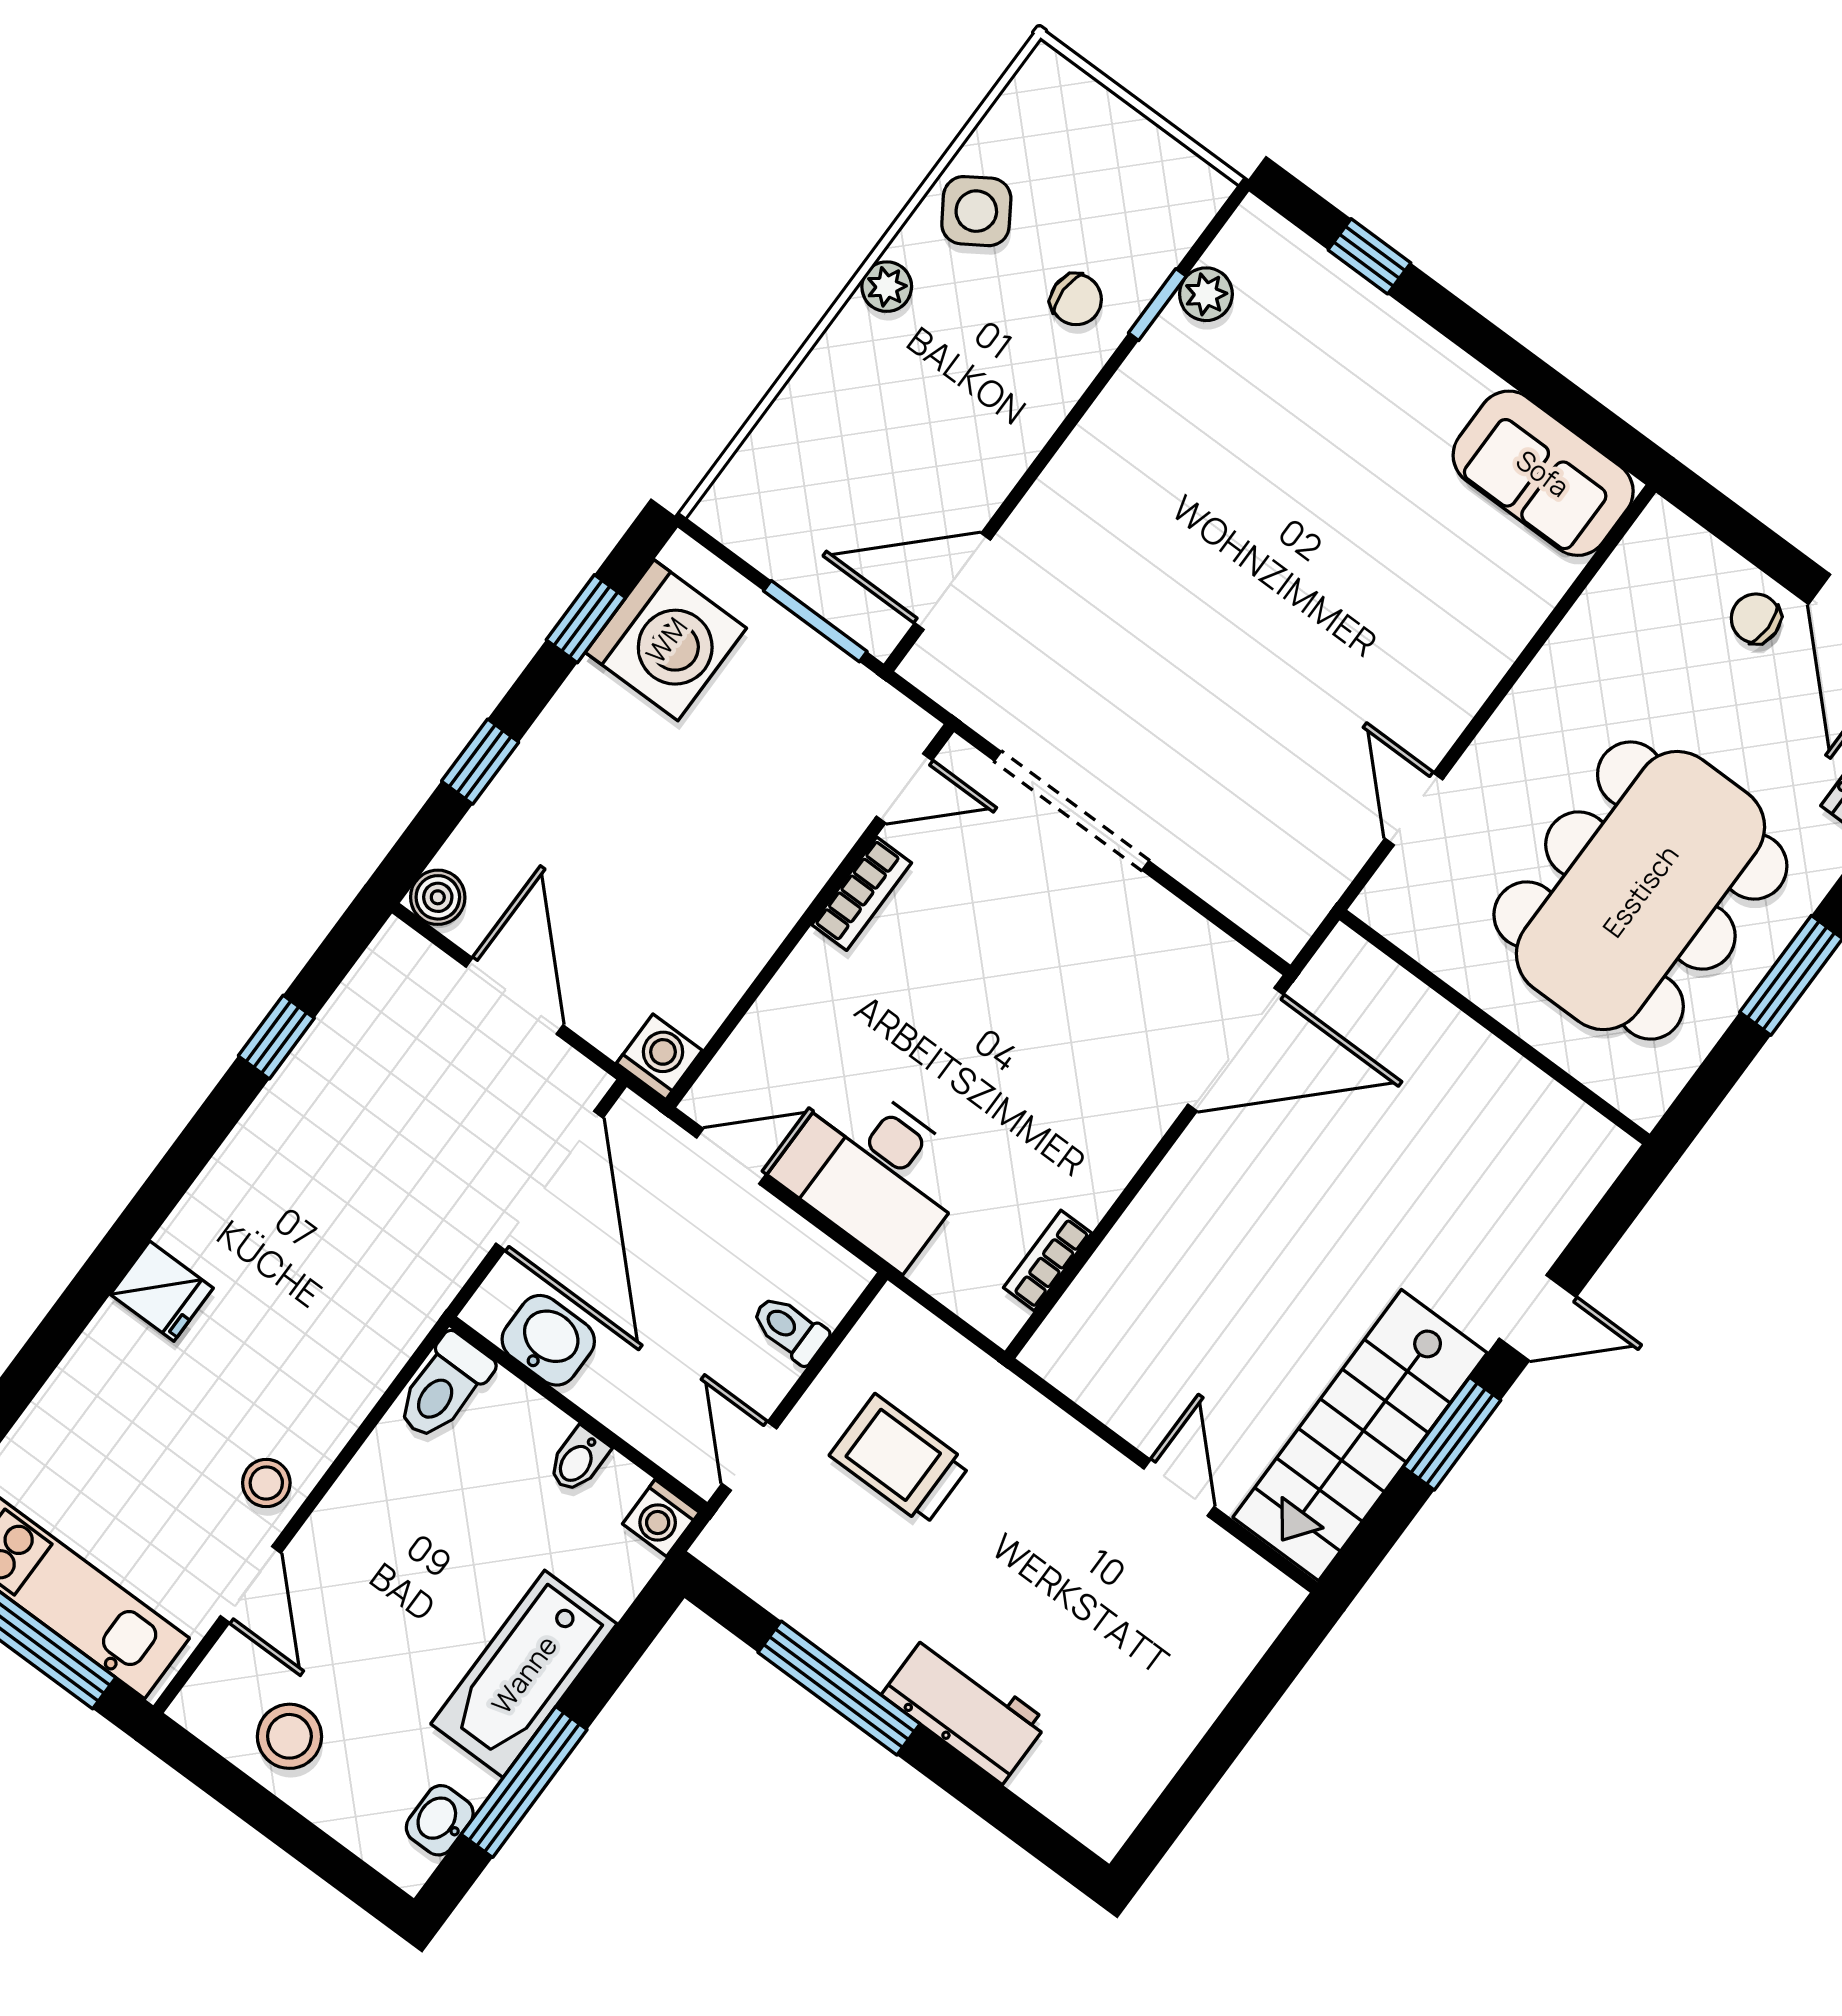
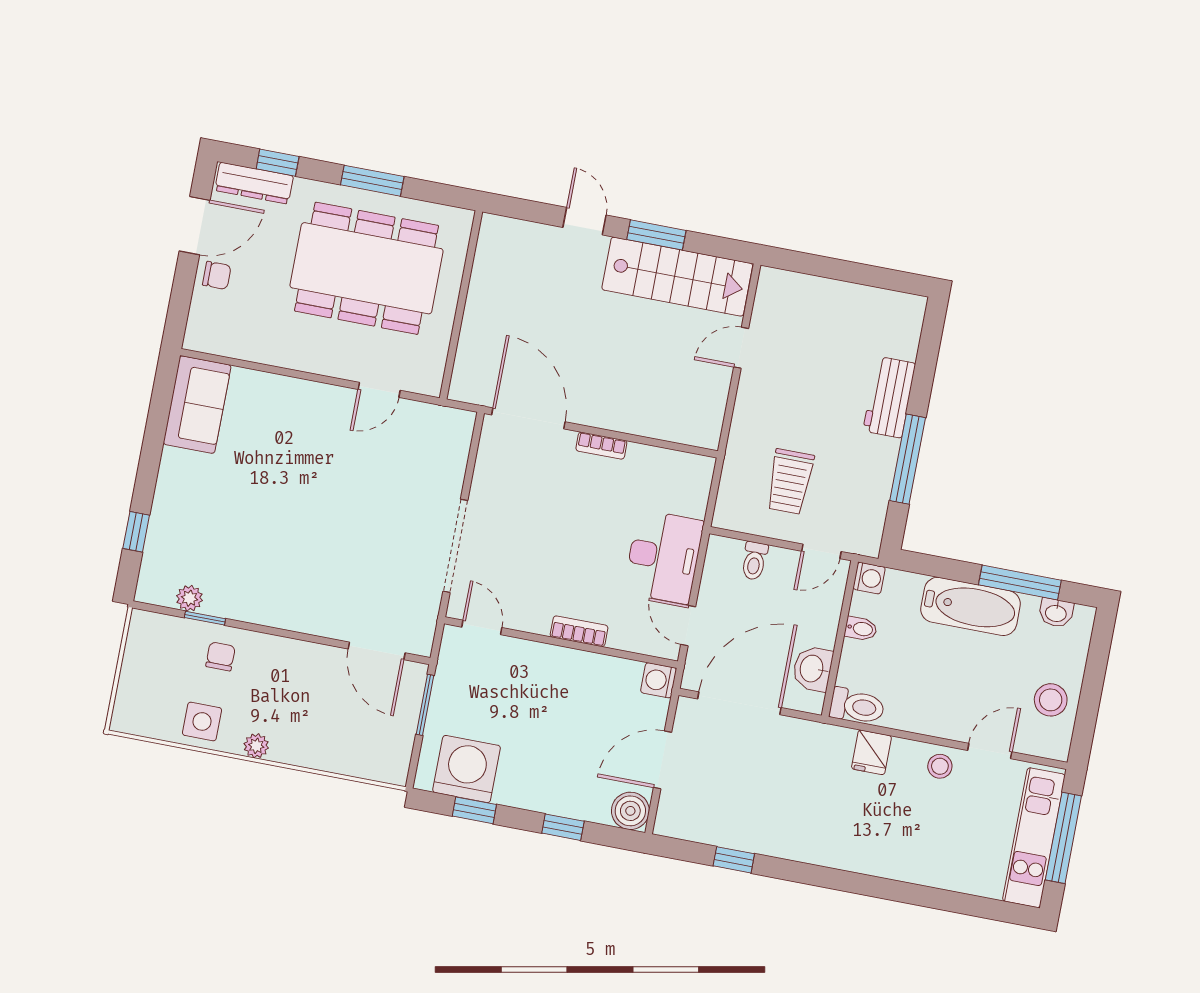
side table: (976, 211) -> (202, 721), turned 33
chair: (1756, 618) -> (217, 275), turned -90
bookcase: (862, 894) -> (579, 631), moved
boiler: (438, 897) -> (630, 811), width x1.36, depth x1.36
bookcase: (1048, 1260) -> (601, 446), moved
fridge: (162, 1291) -> (871, 752), moved, turned 180

